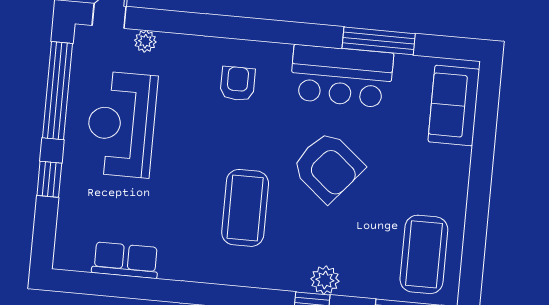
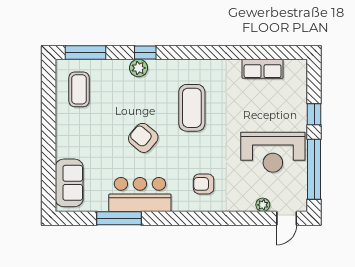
armchair: (238, 84) -> (204, 184), turned 90
reception desk: (121, 124) -> (273, 152), turned 90
armchair: (328, 167) -> (143, 138), width x0.73, depth x0.73
coffee table: (424, 254) -> (79, 89), width x0.73, depth x0.76

